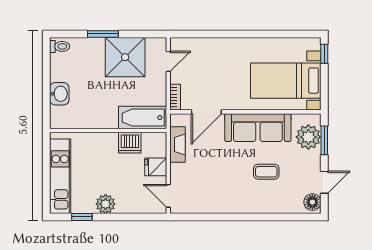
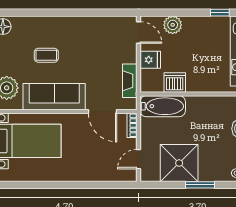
door: (206, 112) -> (103, 111), swing flipped
plant: (106, 204) -> (173, 25), moved

